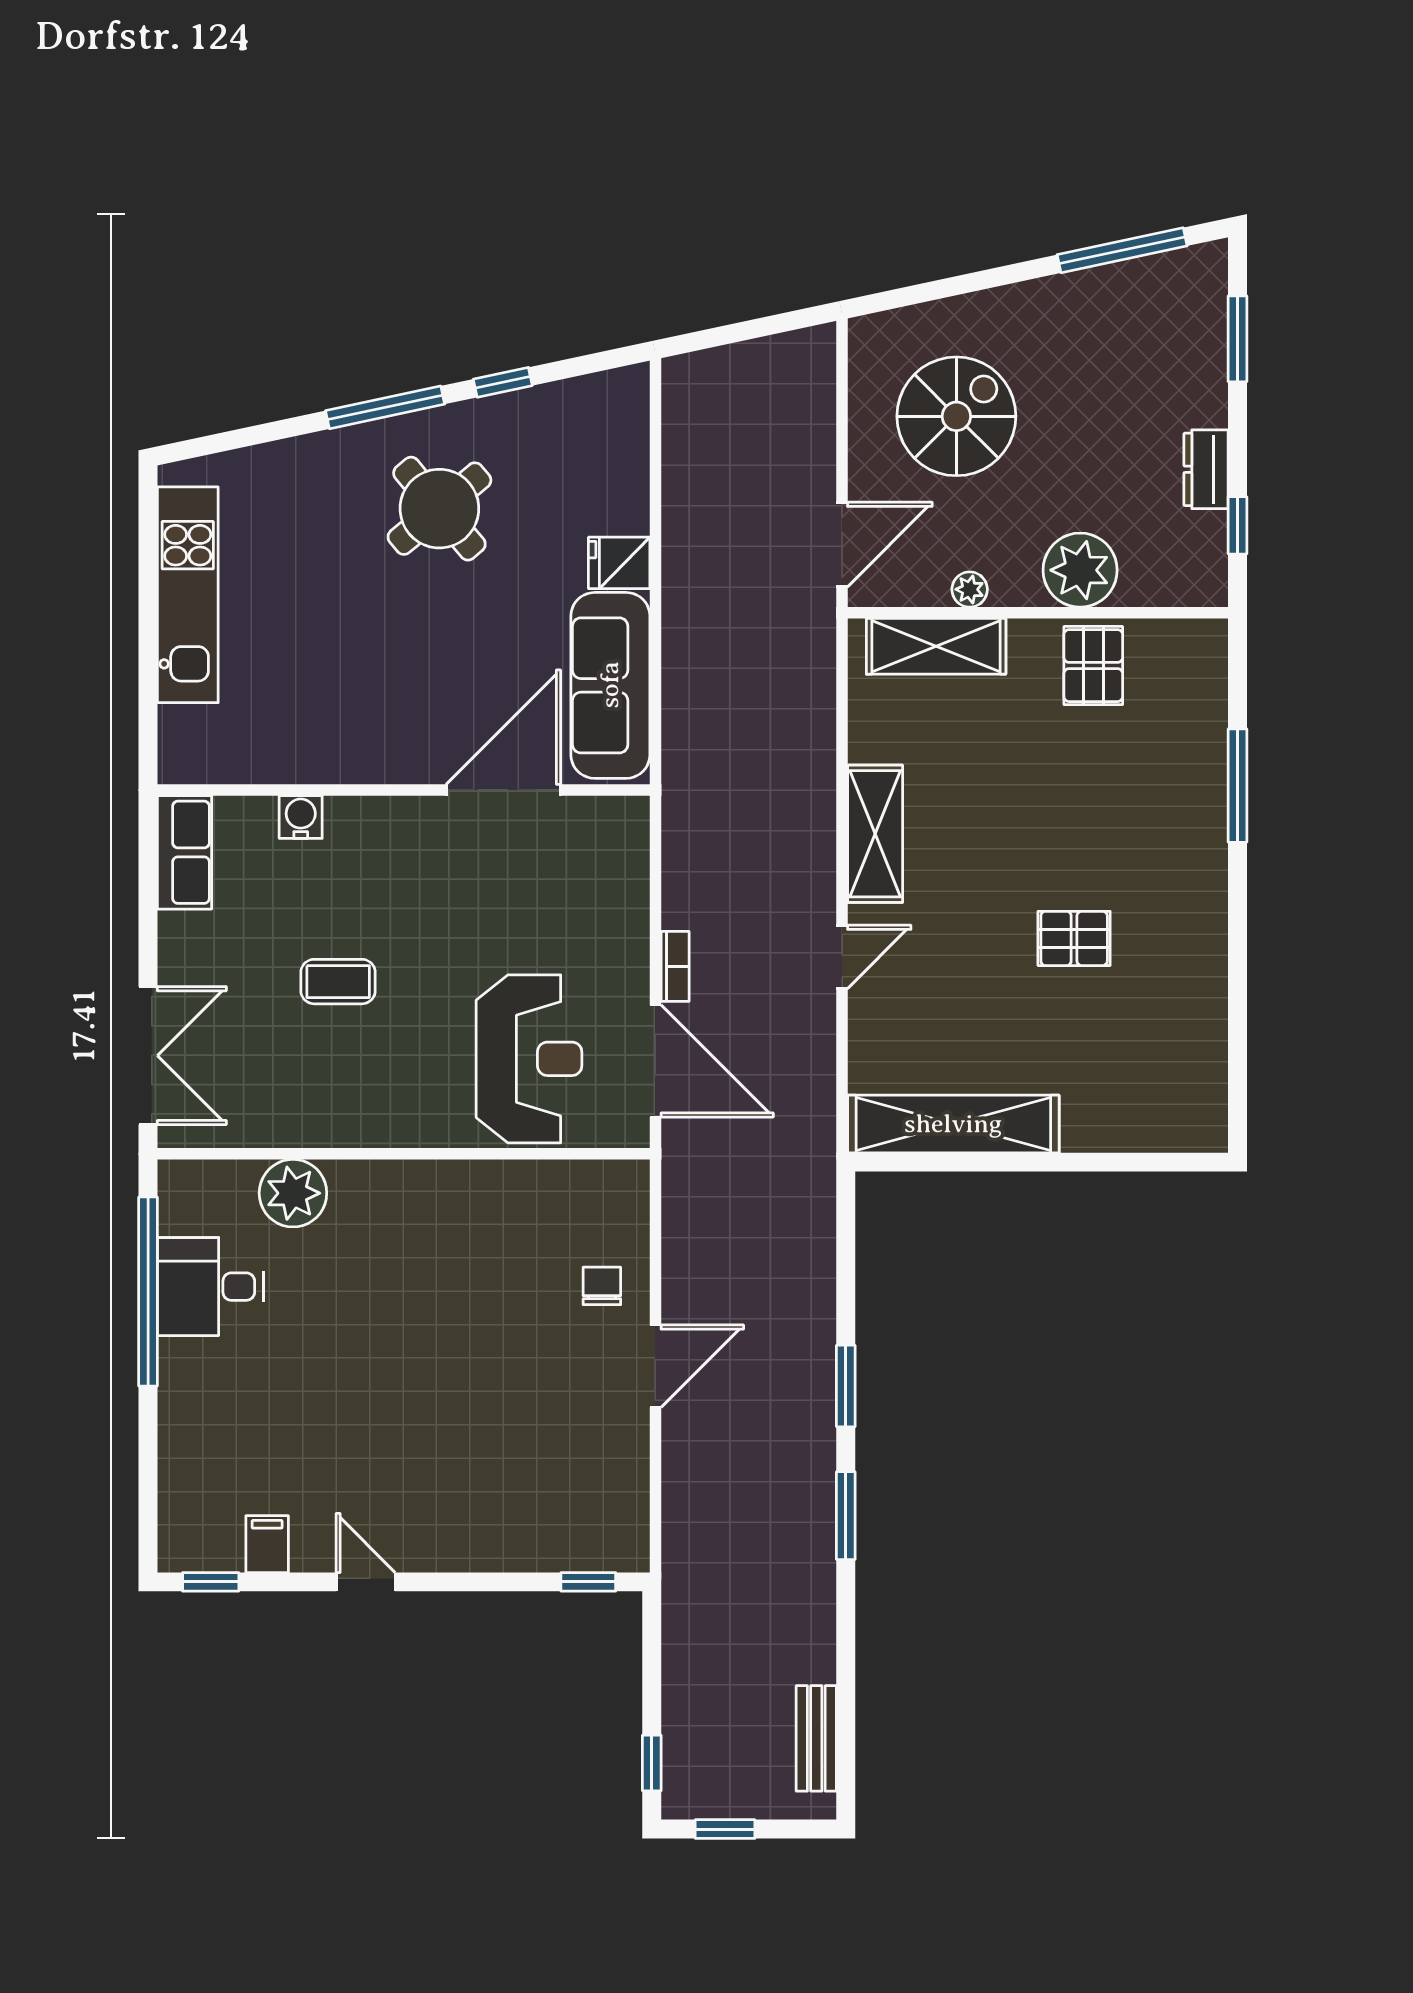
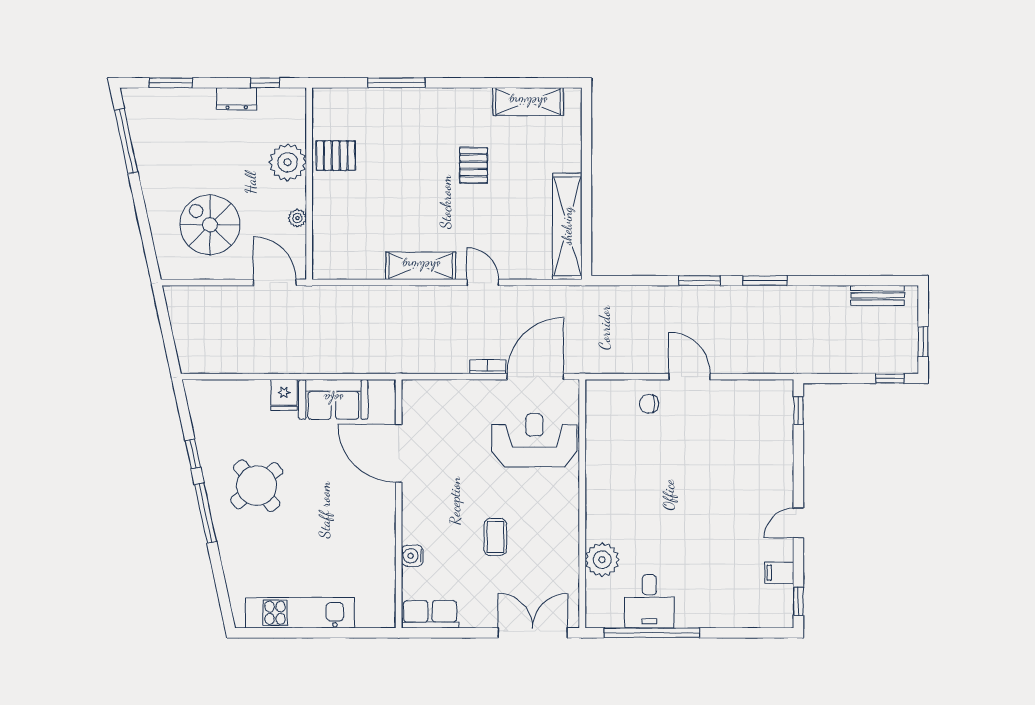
shelving: (936, 646) -> (528, 102), moved, turned 90
sofa: (610, 685) -> (333, 399), width x0.73

